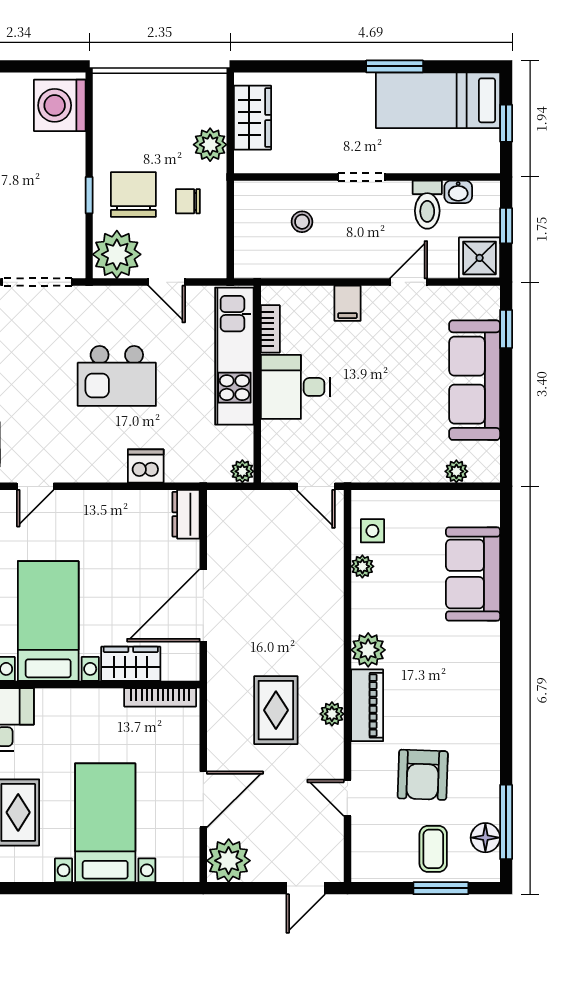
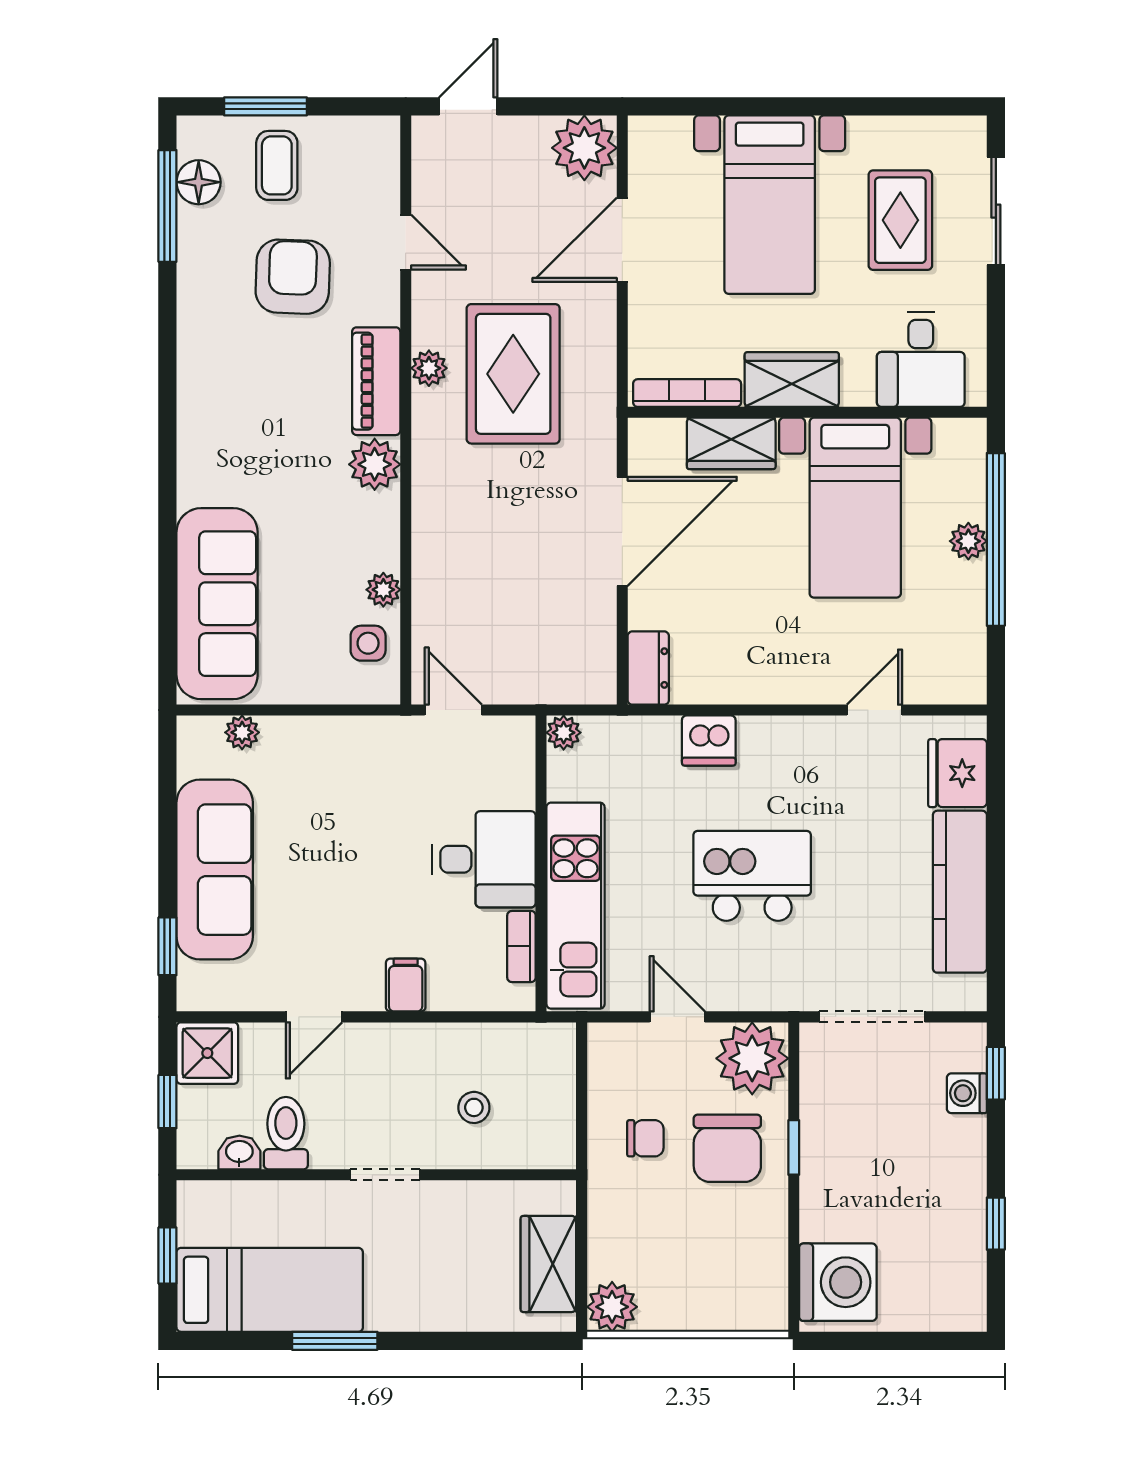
plant: (210, 145) -> (612, 1307), moved
sofa: (473, 574) -> (217, 604), width x1.36
wardrobe: (90, 706) -> (792, 380), added
rug: (276, 710) -> (513, 374), width x1.36, depth x1.43

